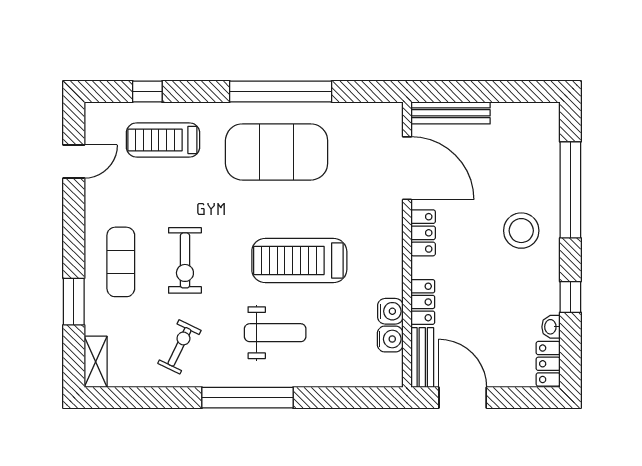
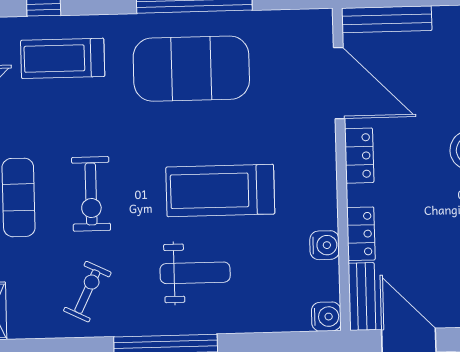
water cooler: (390, 339) -> (326, 317), moved

